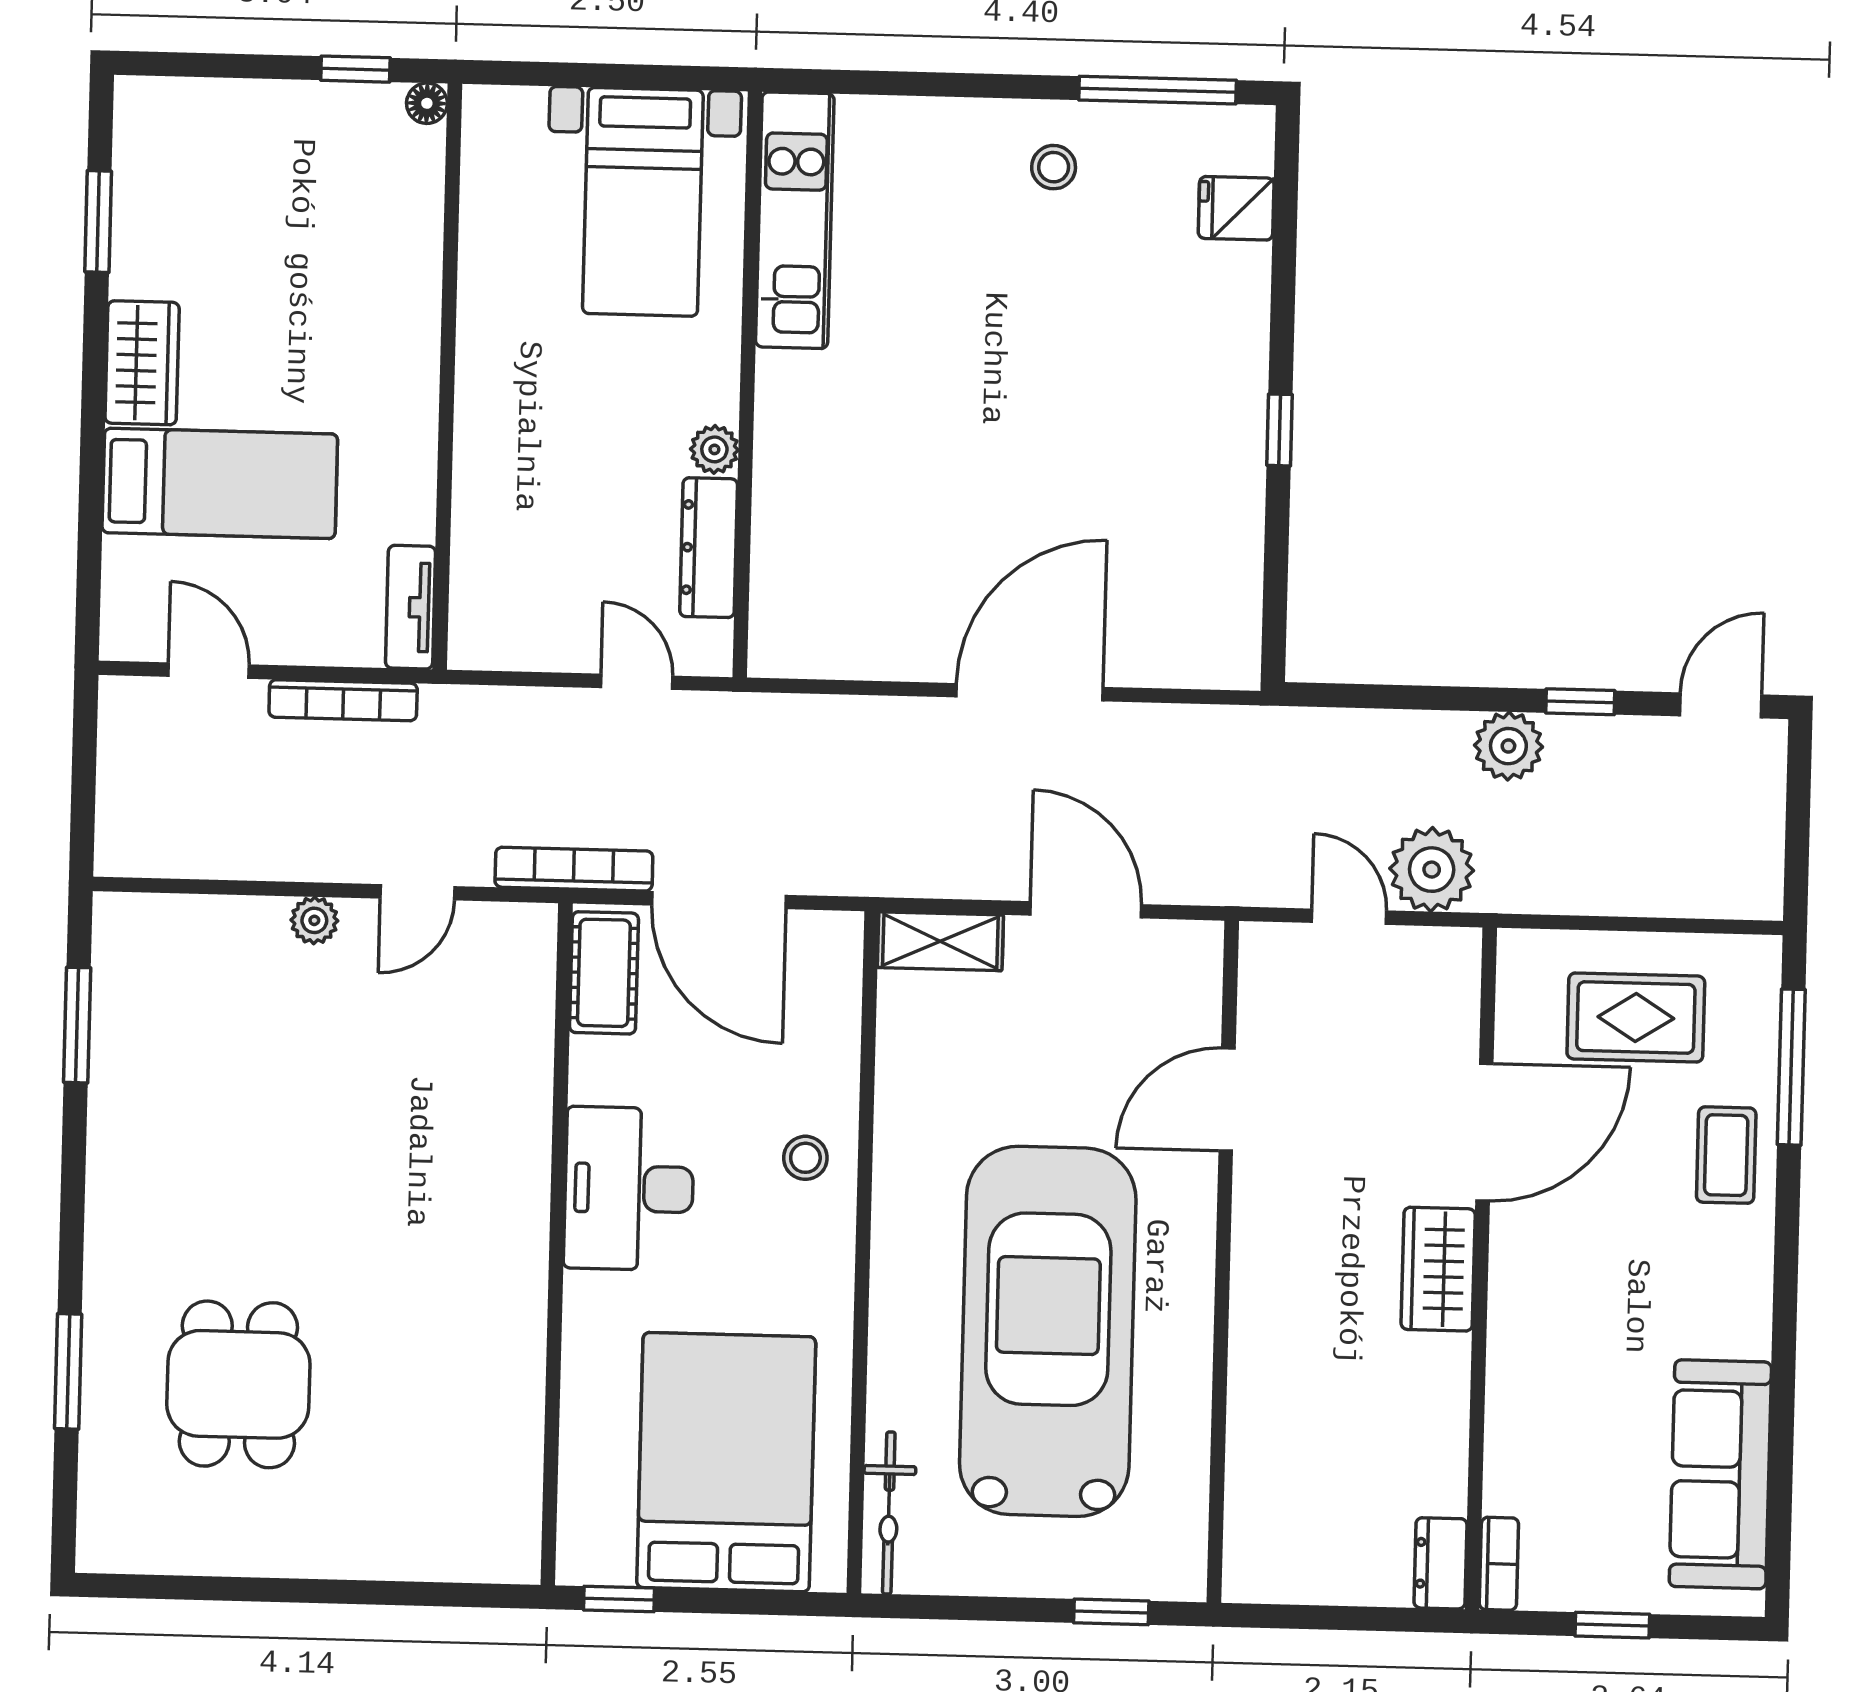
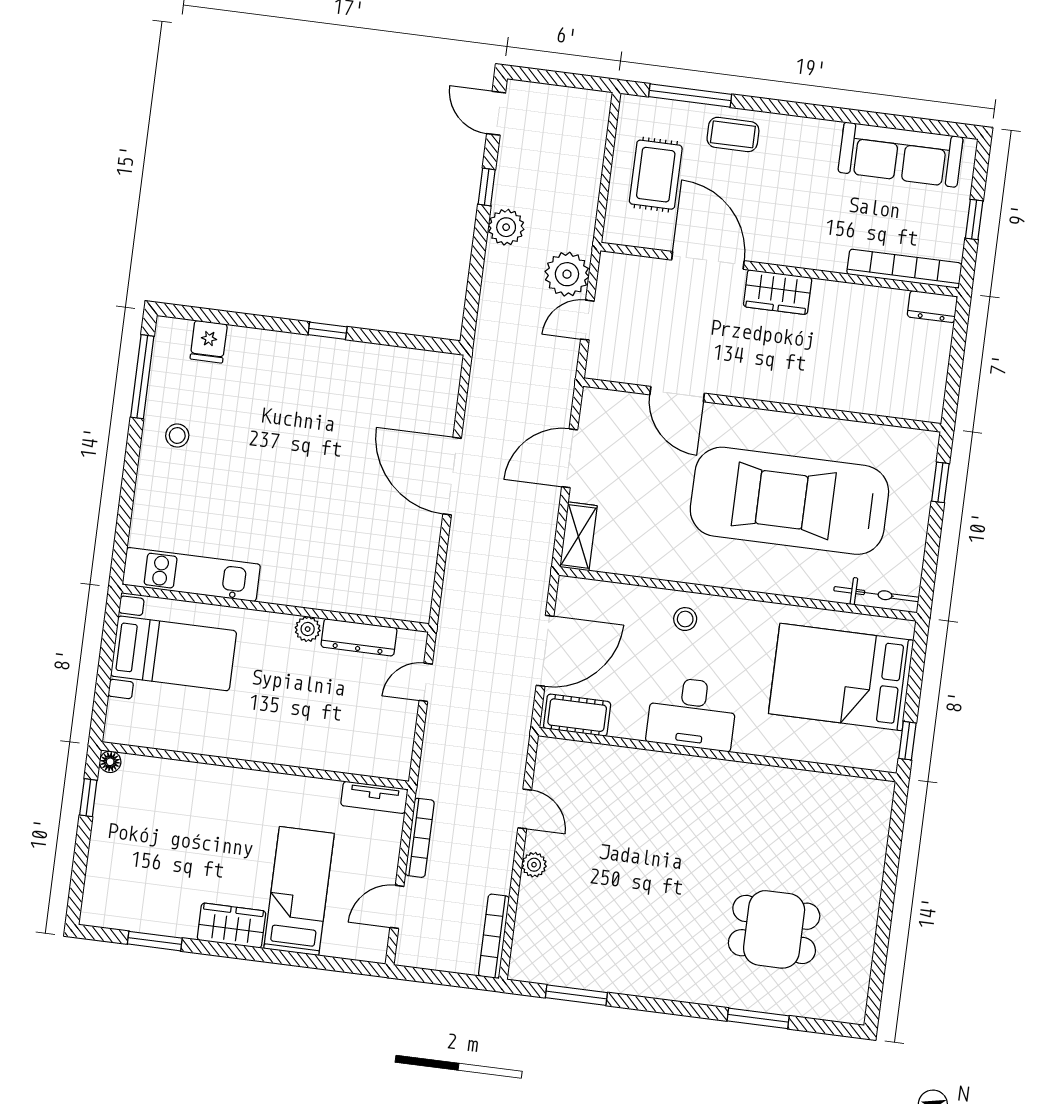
bookcase: (574, 869) -> (494, 936), moved
bookcase: (1499, 1564) -> (904, 269), width x2.31, depth x1.31

